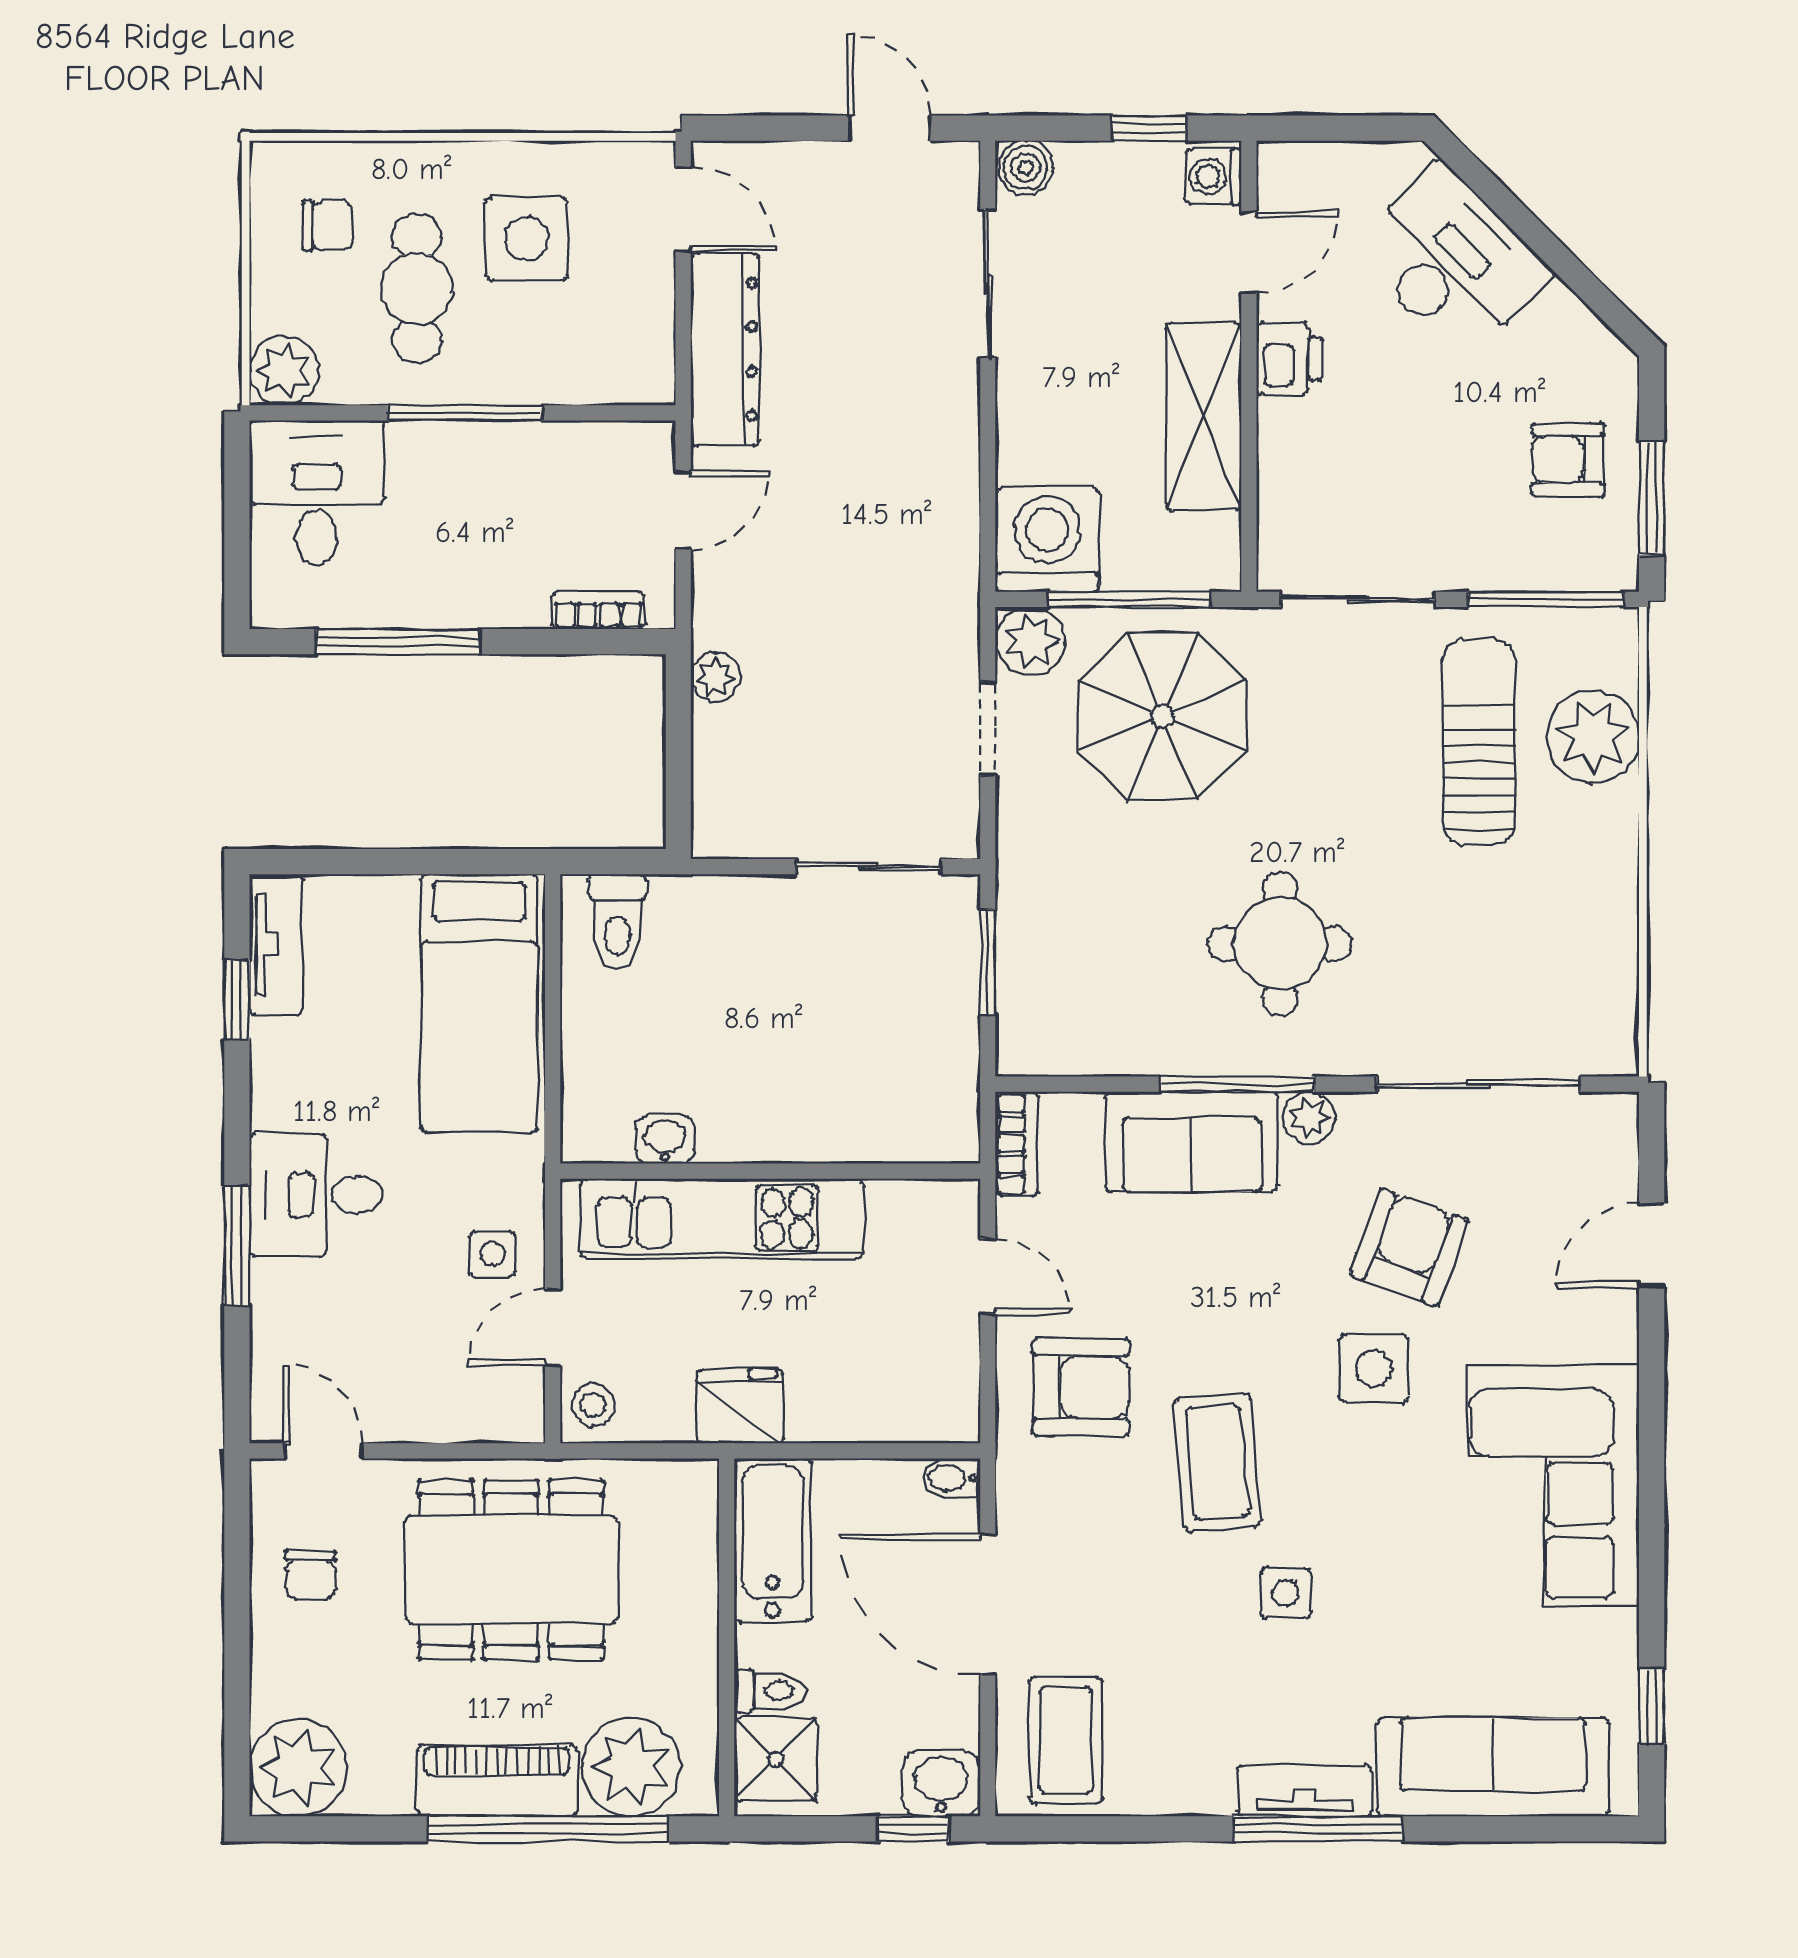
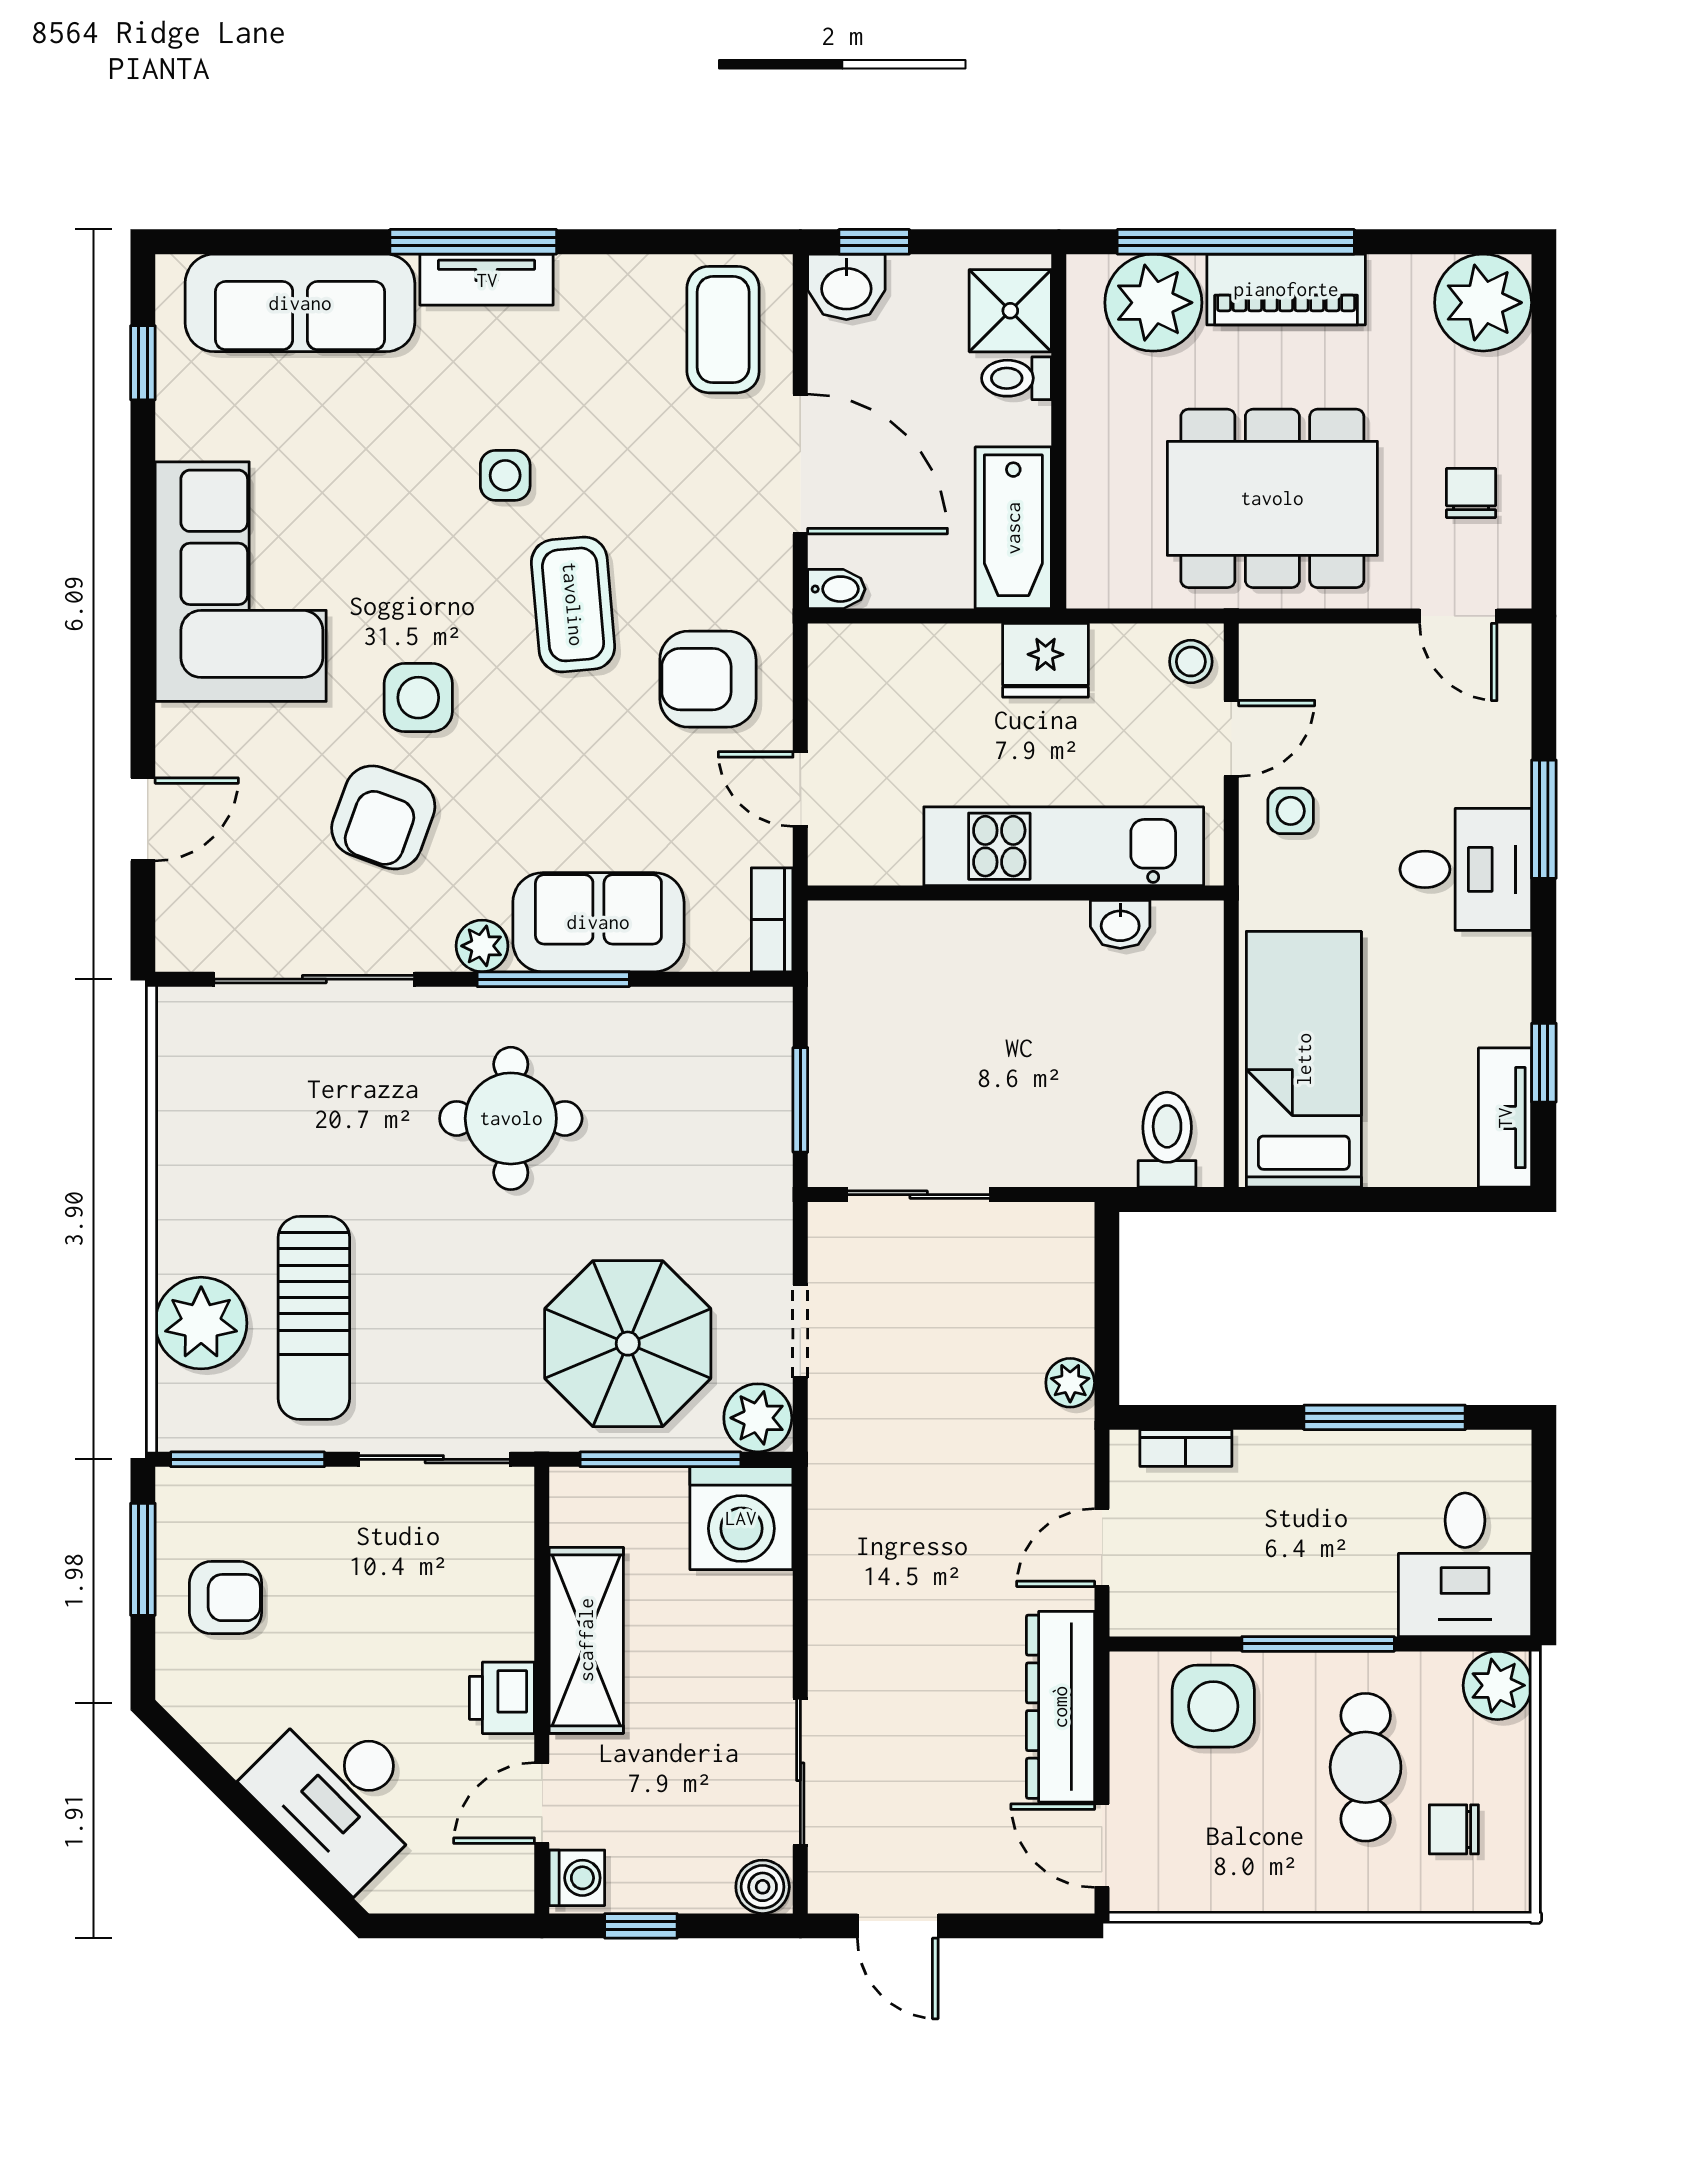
side table: (527, 239) -> (1213, 1706), moved

